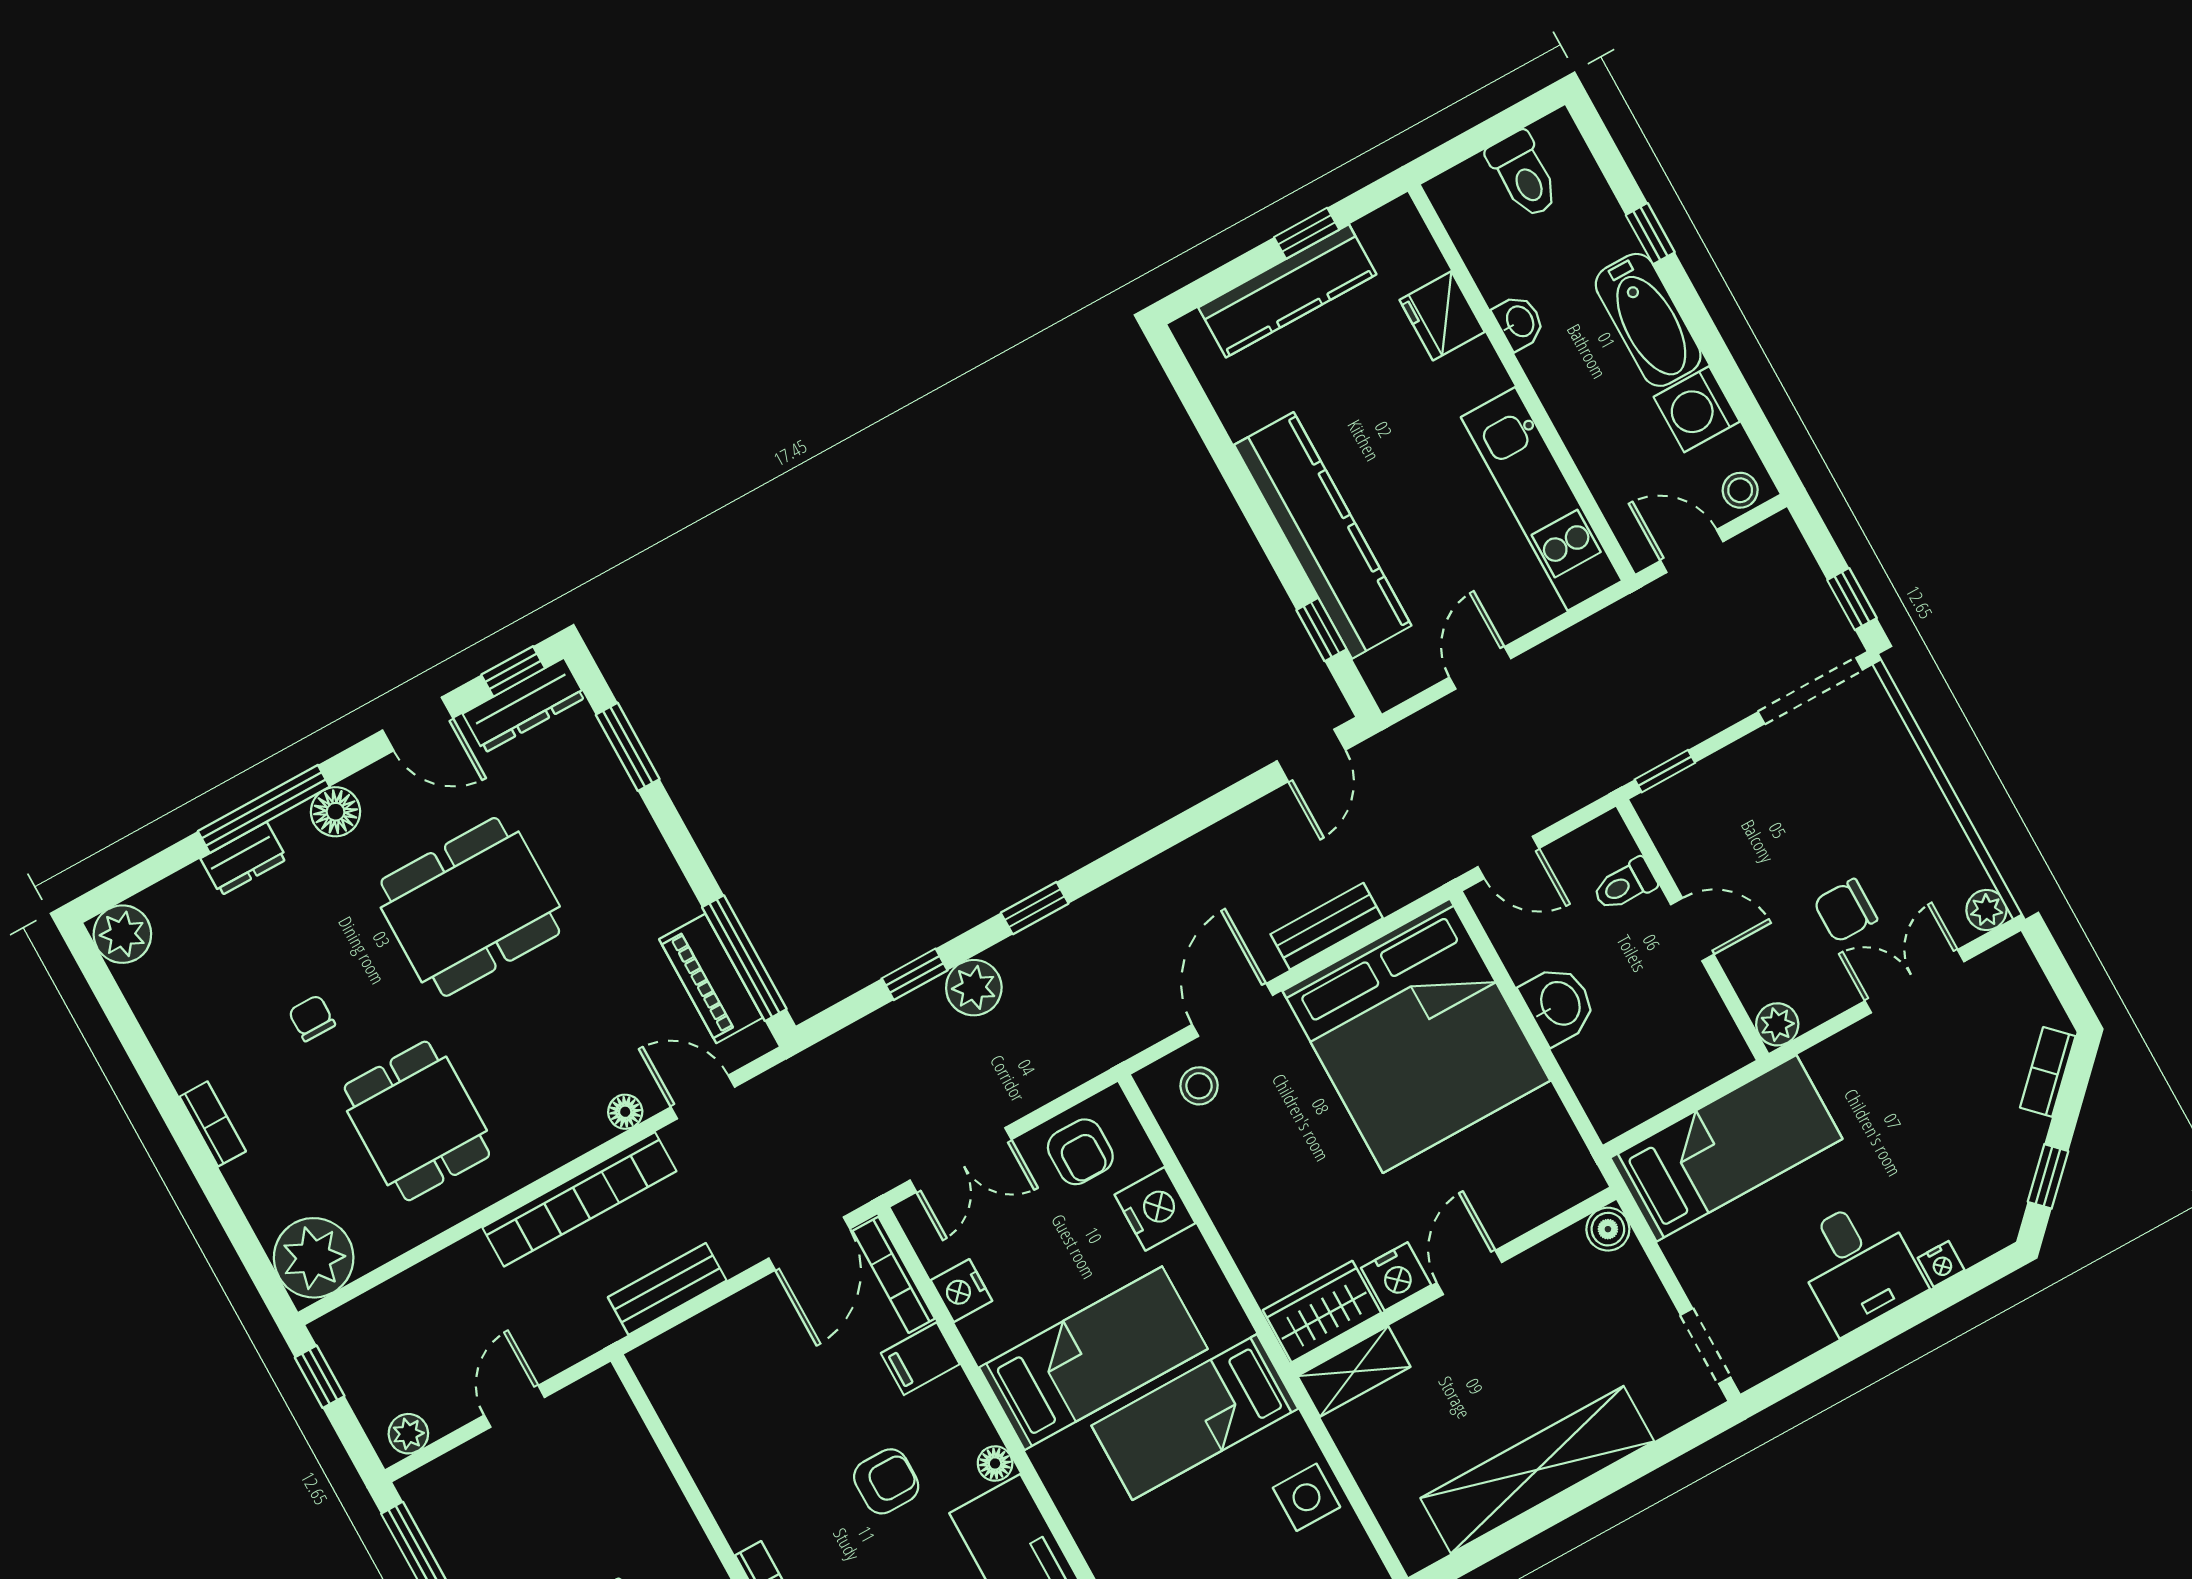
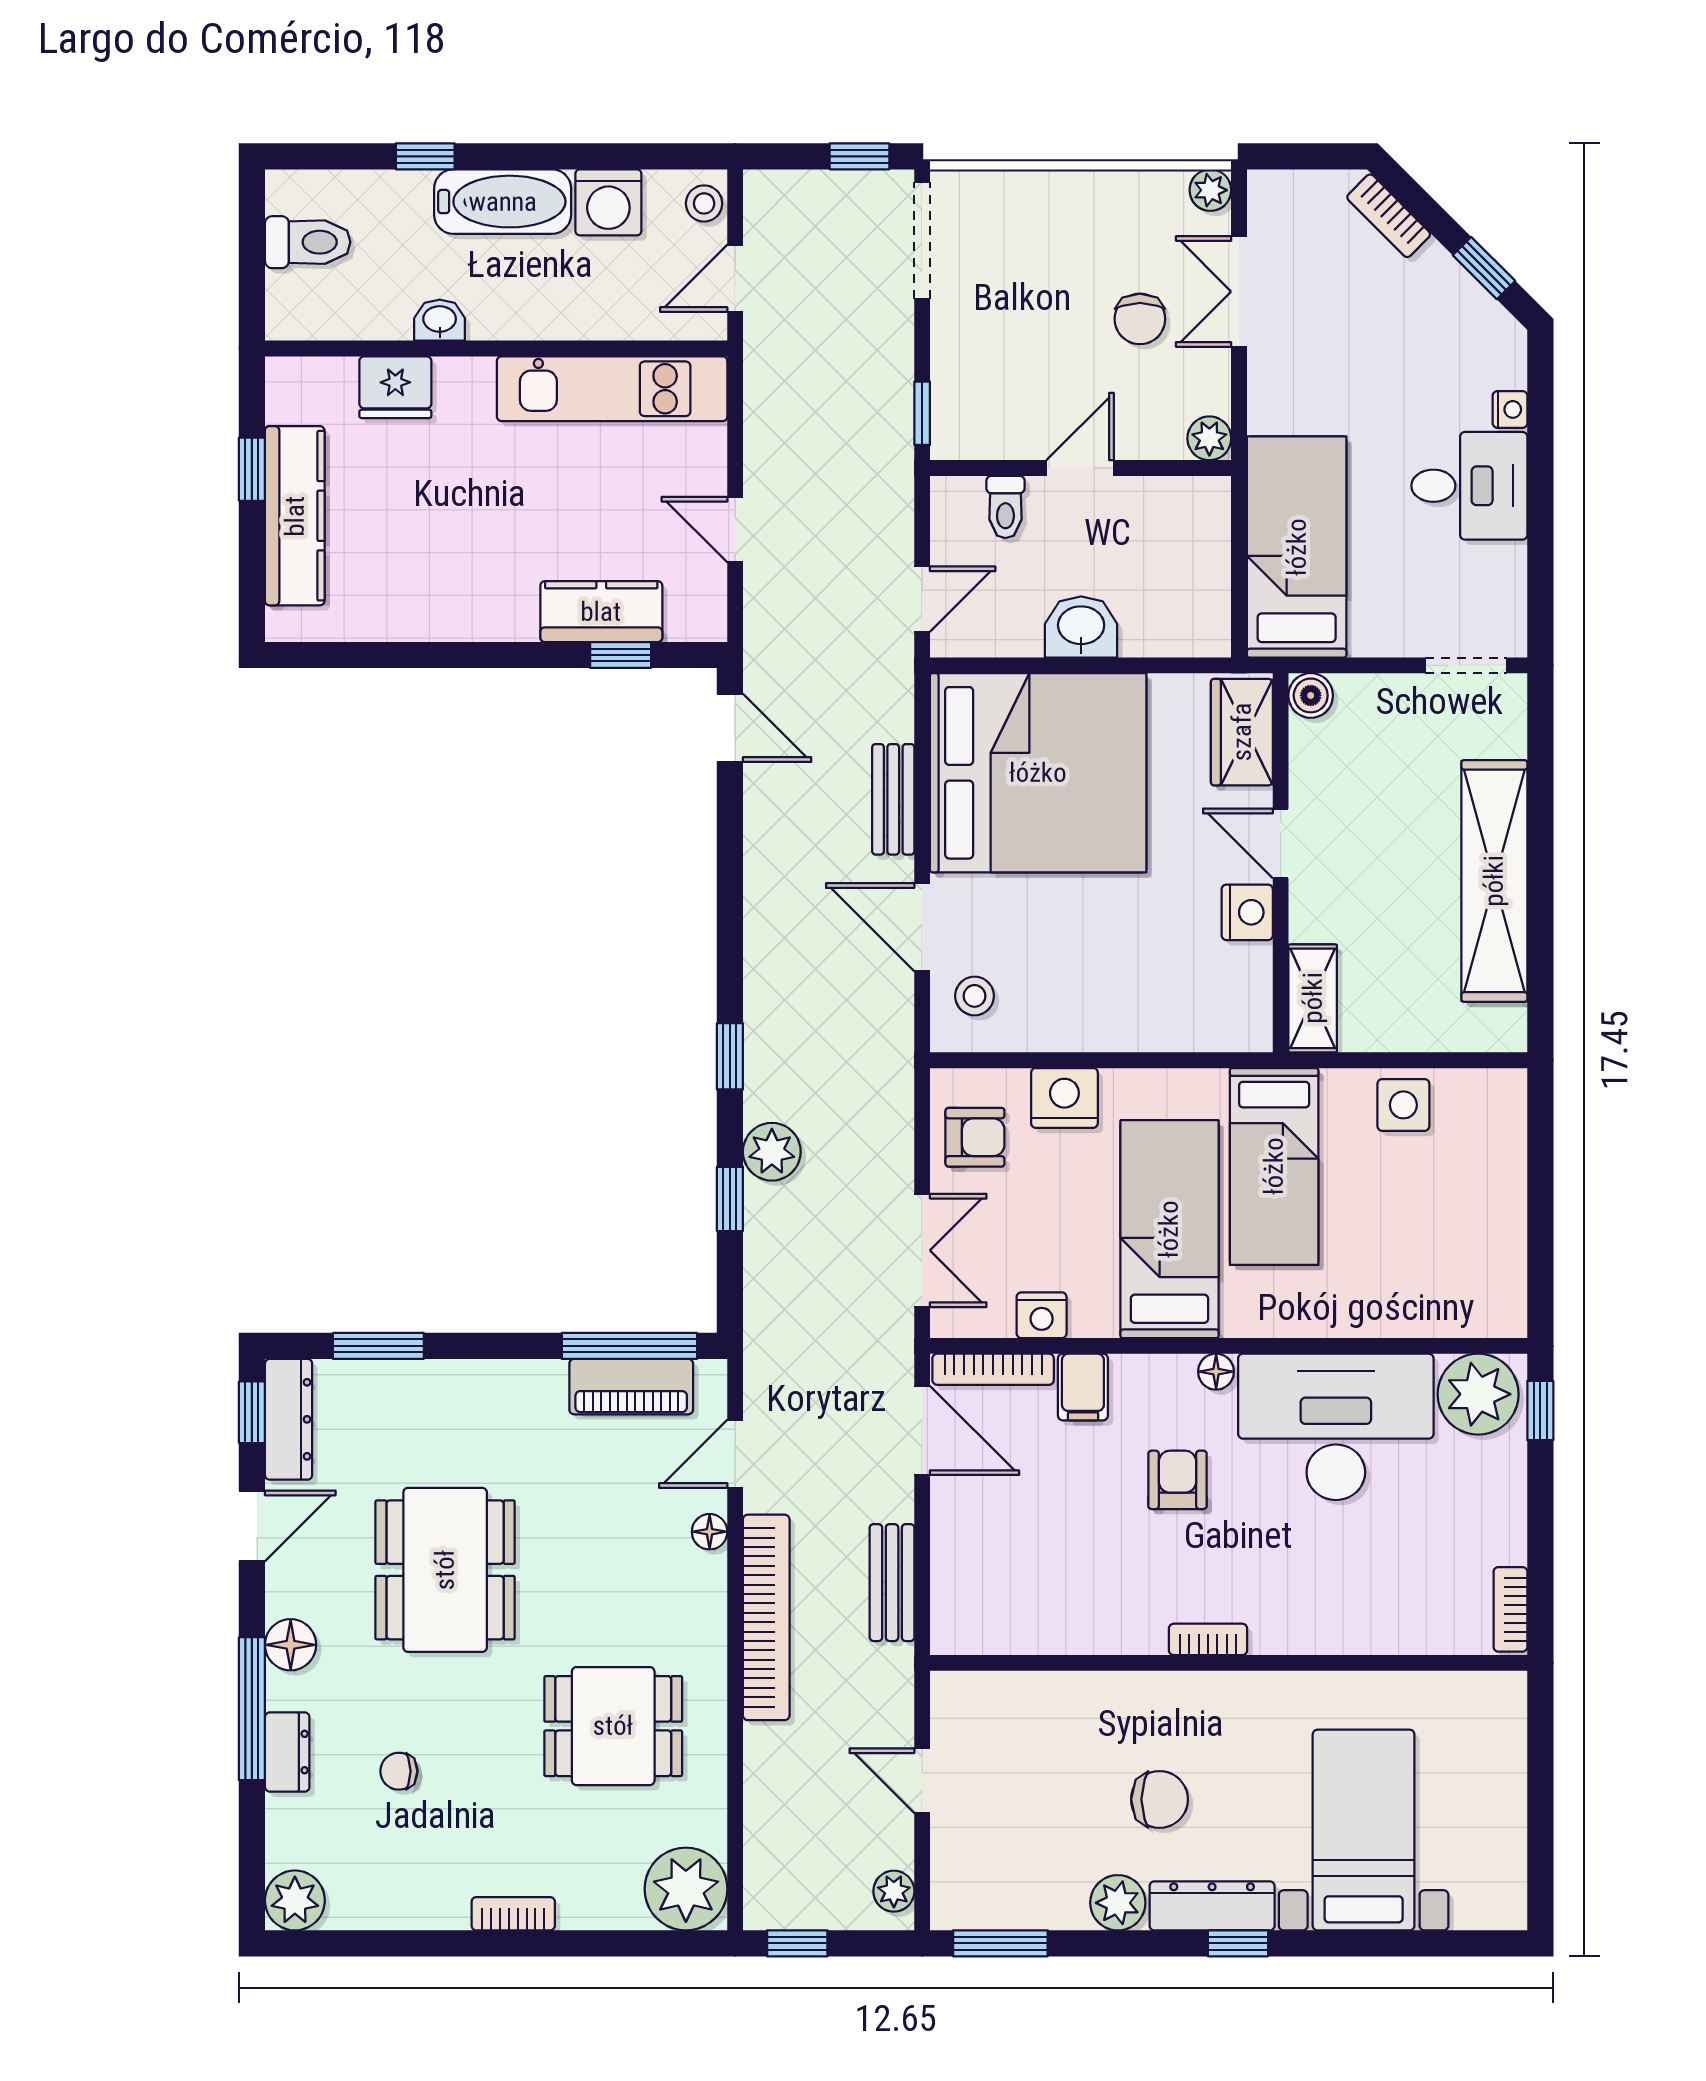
kitchen counter: (1323, 535) -> (601, 612), width x0.48, depth x0.86
chair: (312, 1018) -> (399, 1771), moved
wardrobe: (1322, 1311) -> (1242, 732), moved

